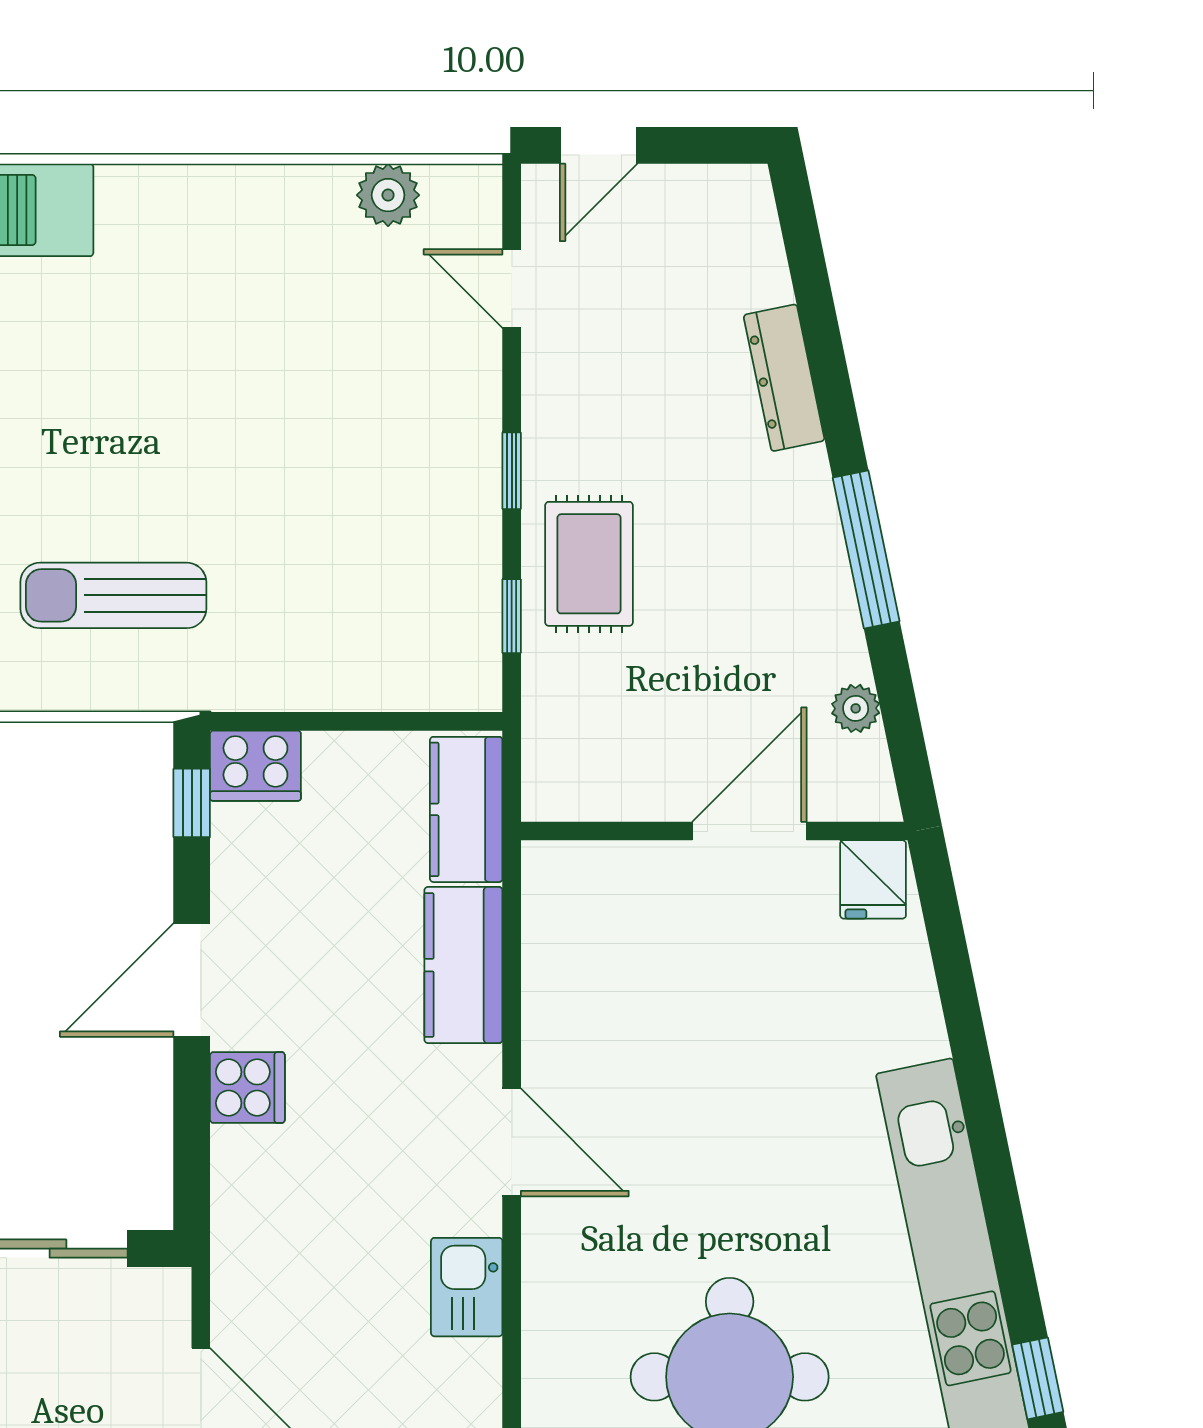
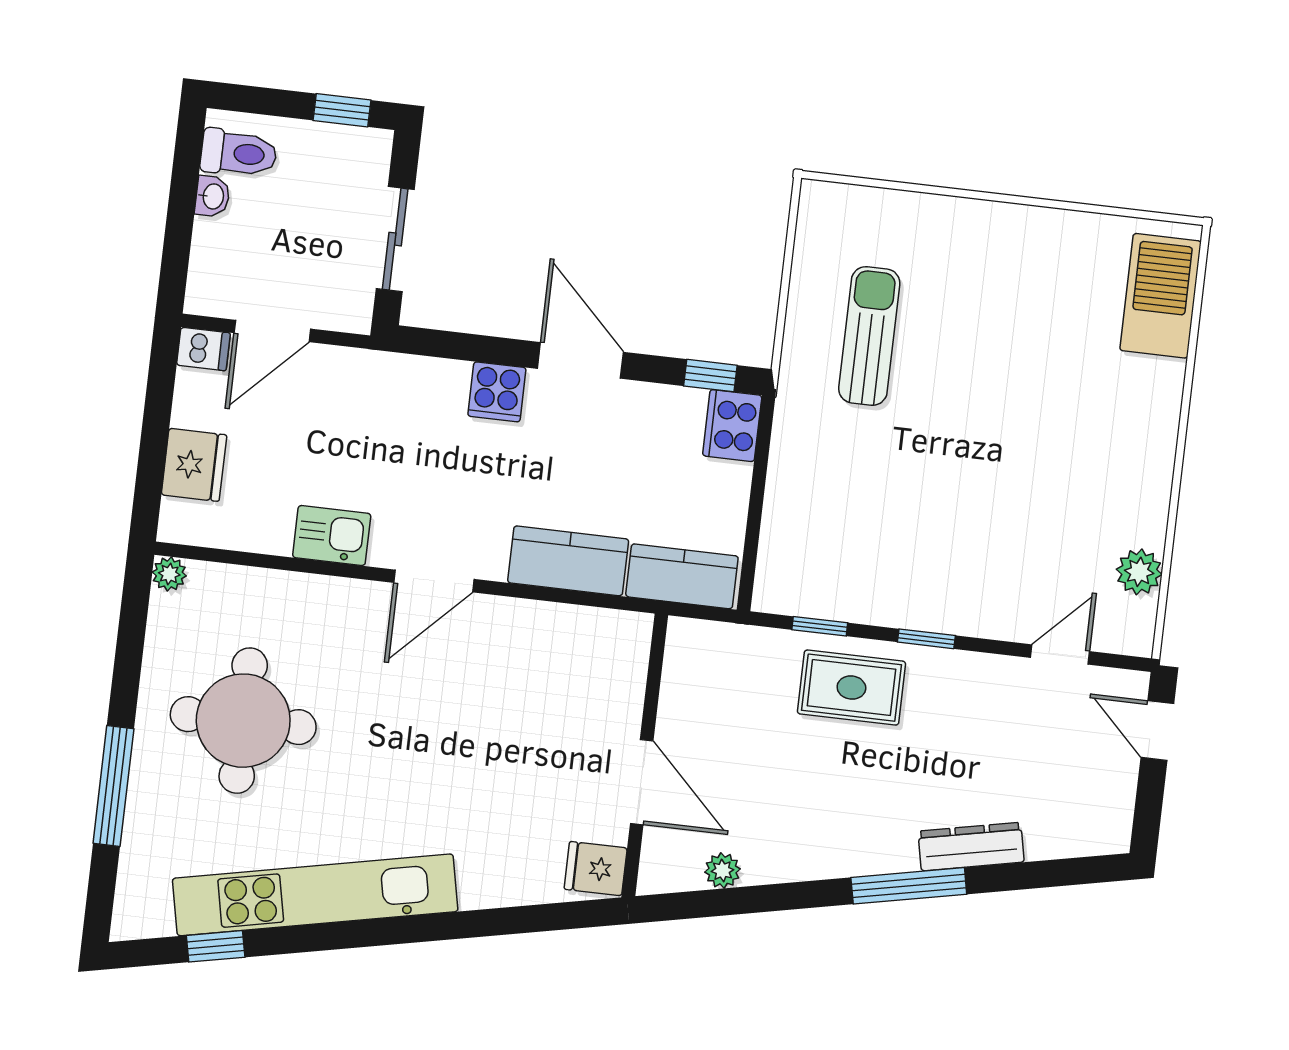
window: (866, 550) -> (909, 886), moved

